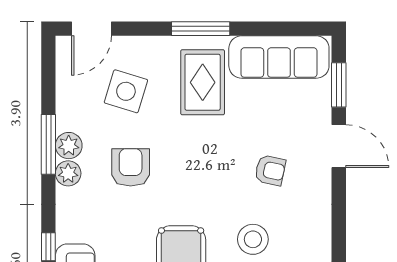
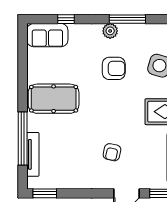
plant: (69, 146) -> (127, 31), removed
stool: (253, 239) -> (71, 142), removed

